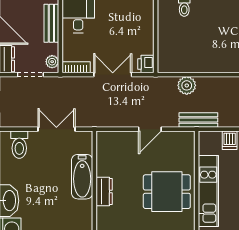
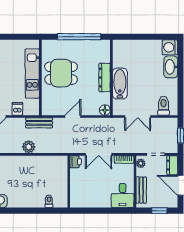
plant: (187, 85) -> (29, 147), moved
floor lamp: (104, 138) -> (105, 110), added
dresser: (104, 191) -> (105, 78), width x1.44

